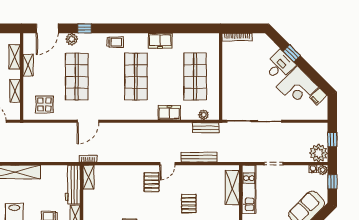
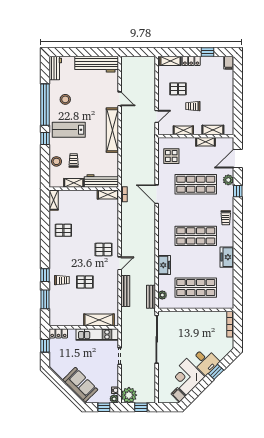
door: (47, 28) -> (238, 158), hinge flipped
door: (167, 164) -> (120, 263), swing flipped

